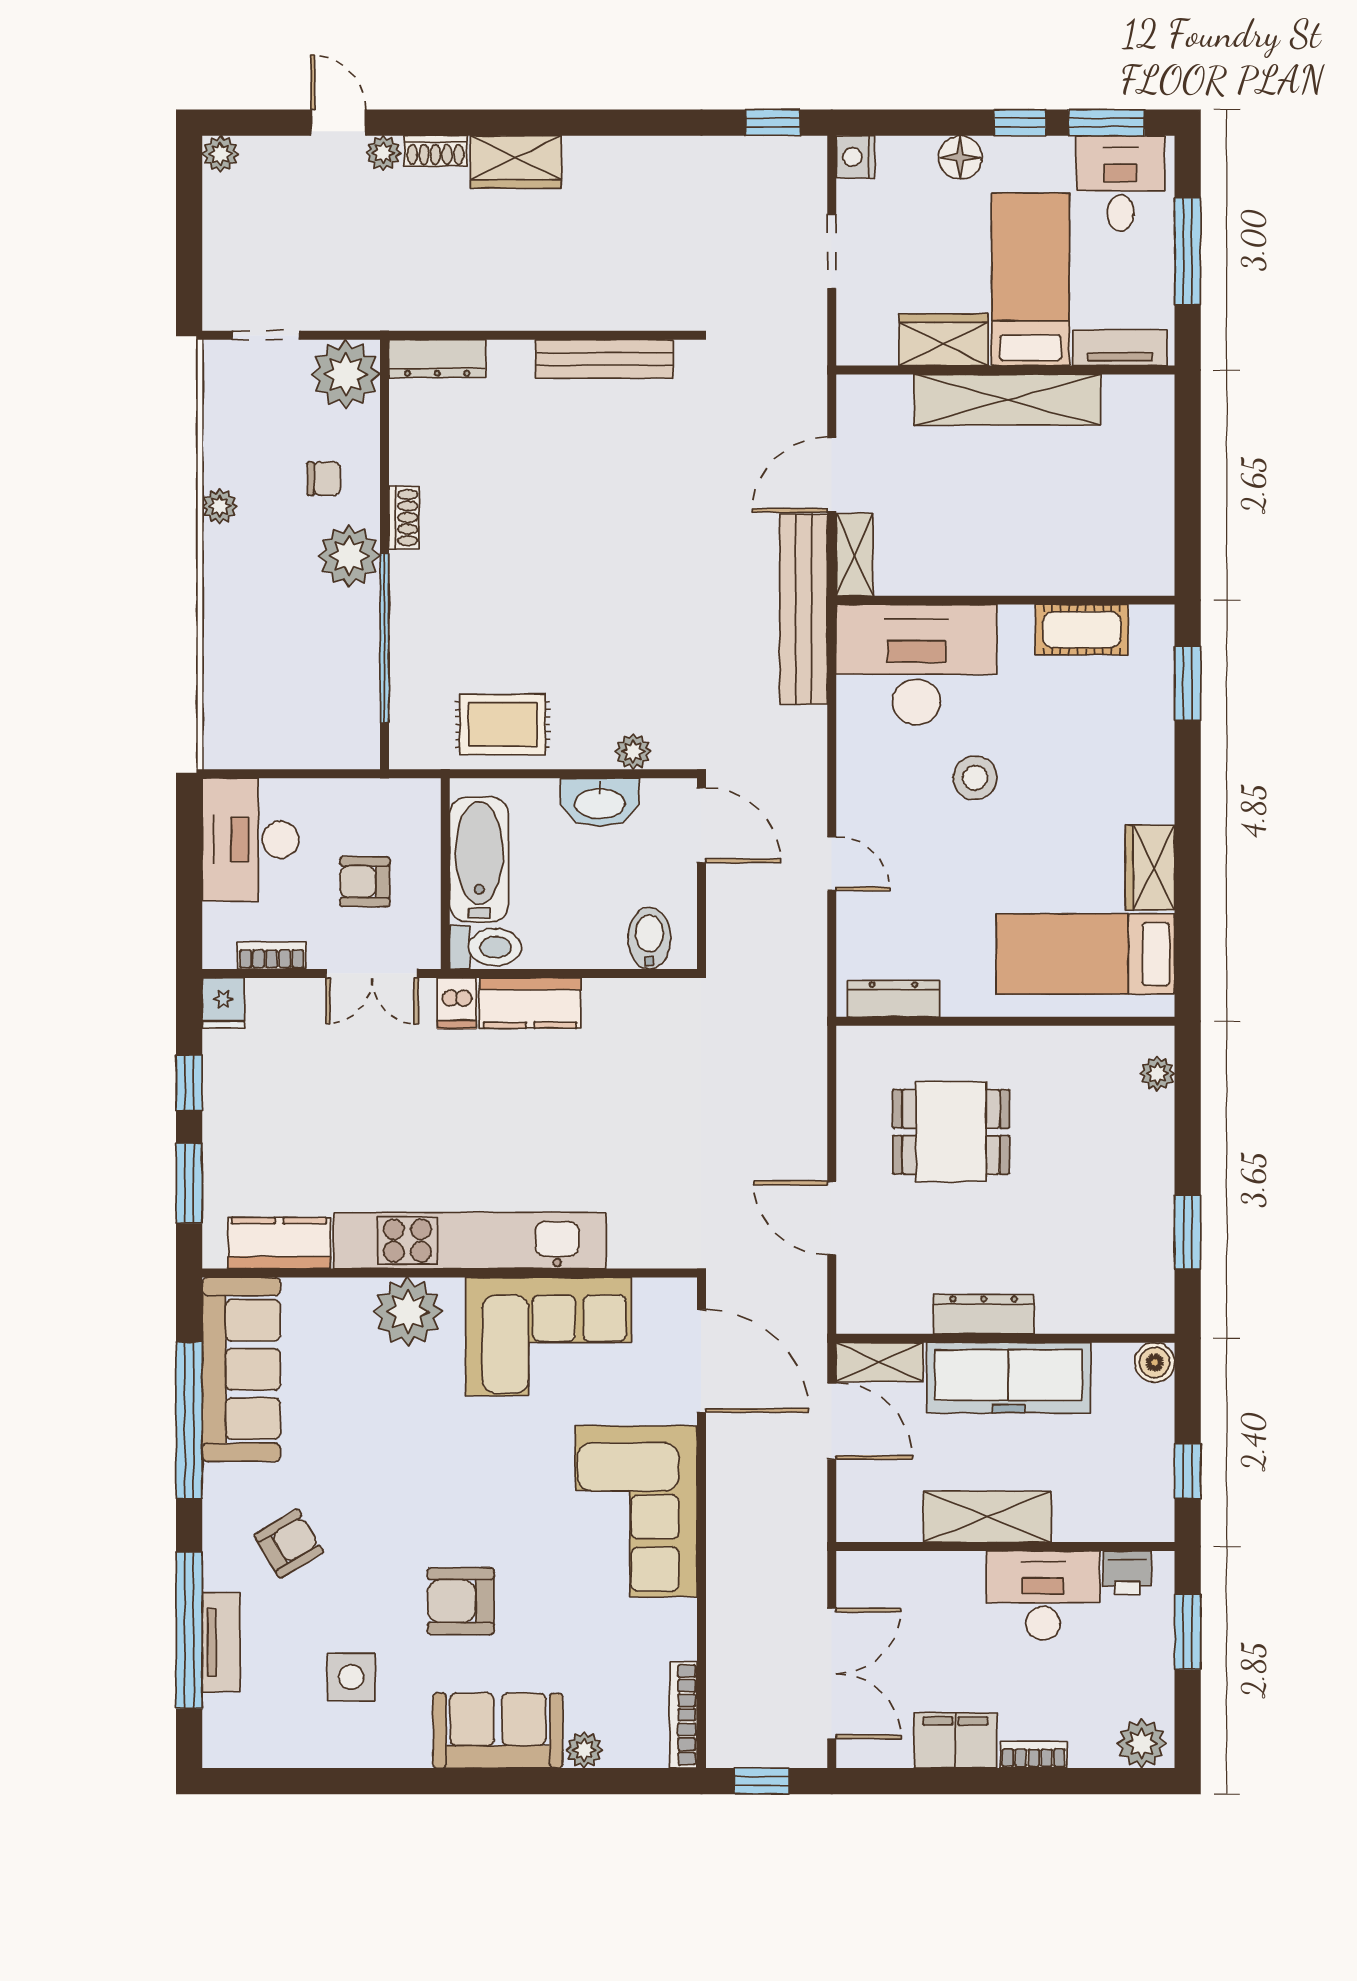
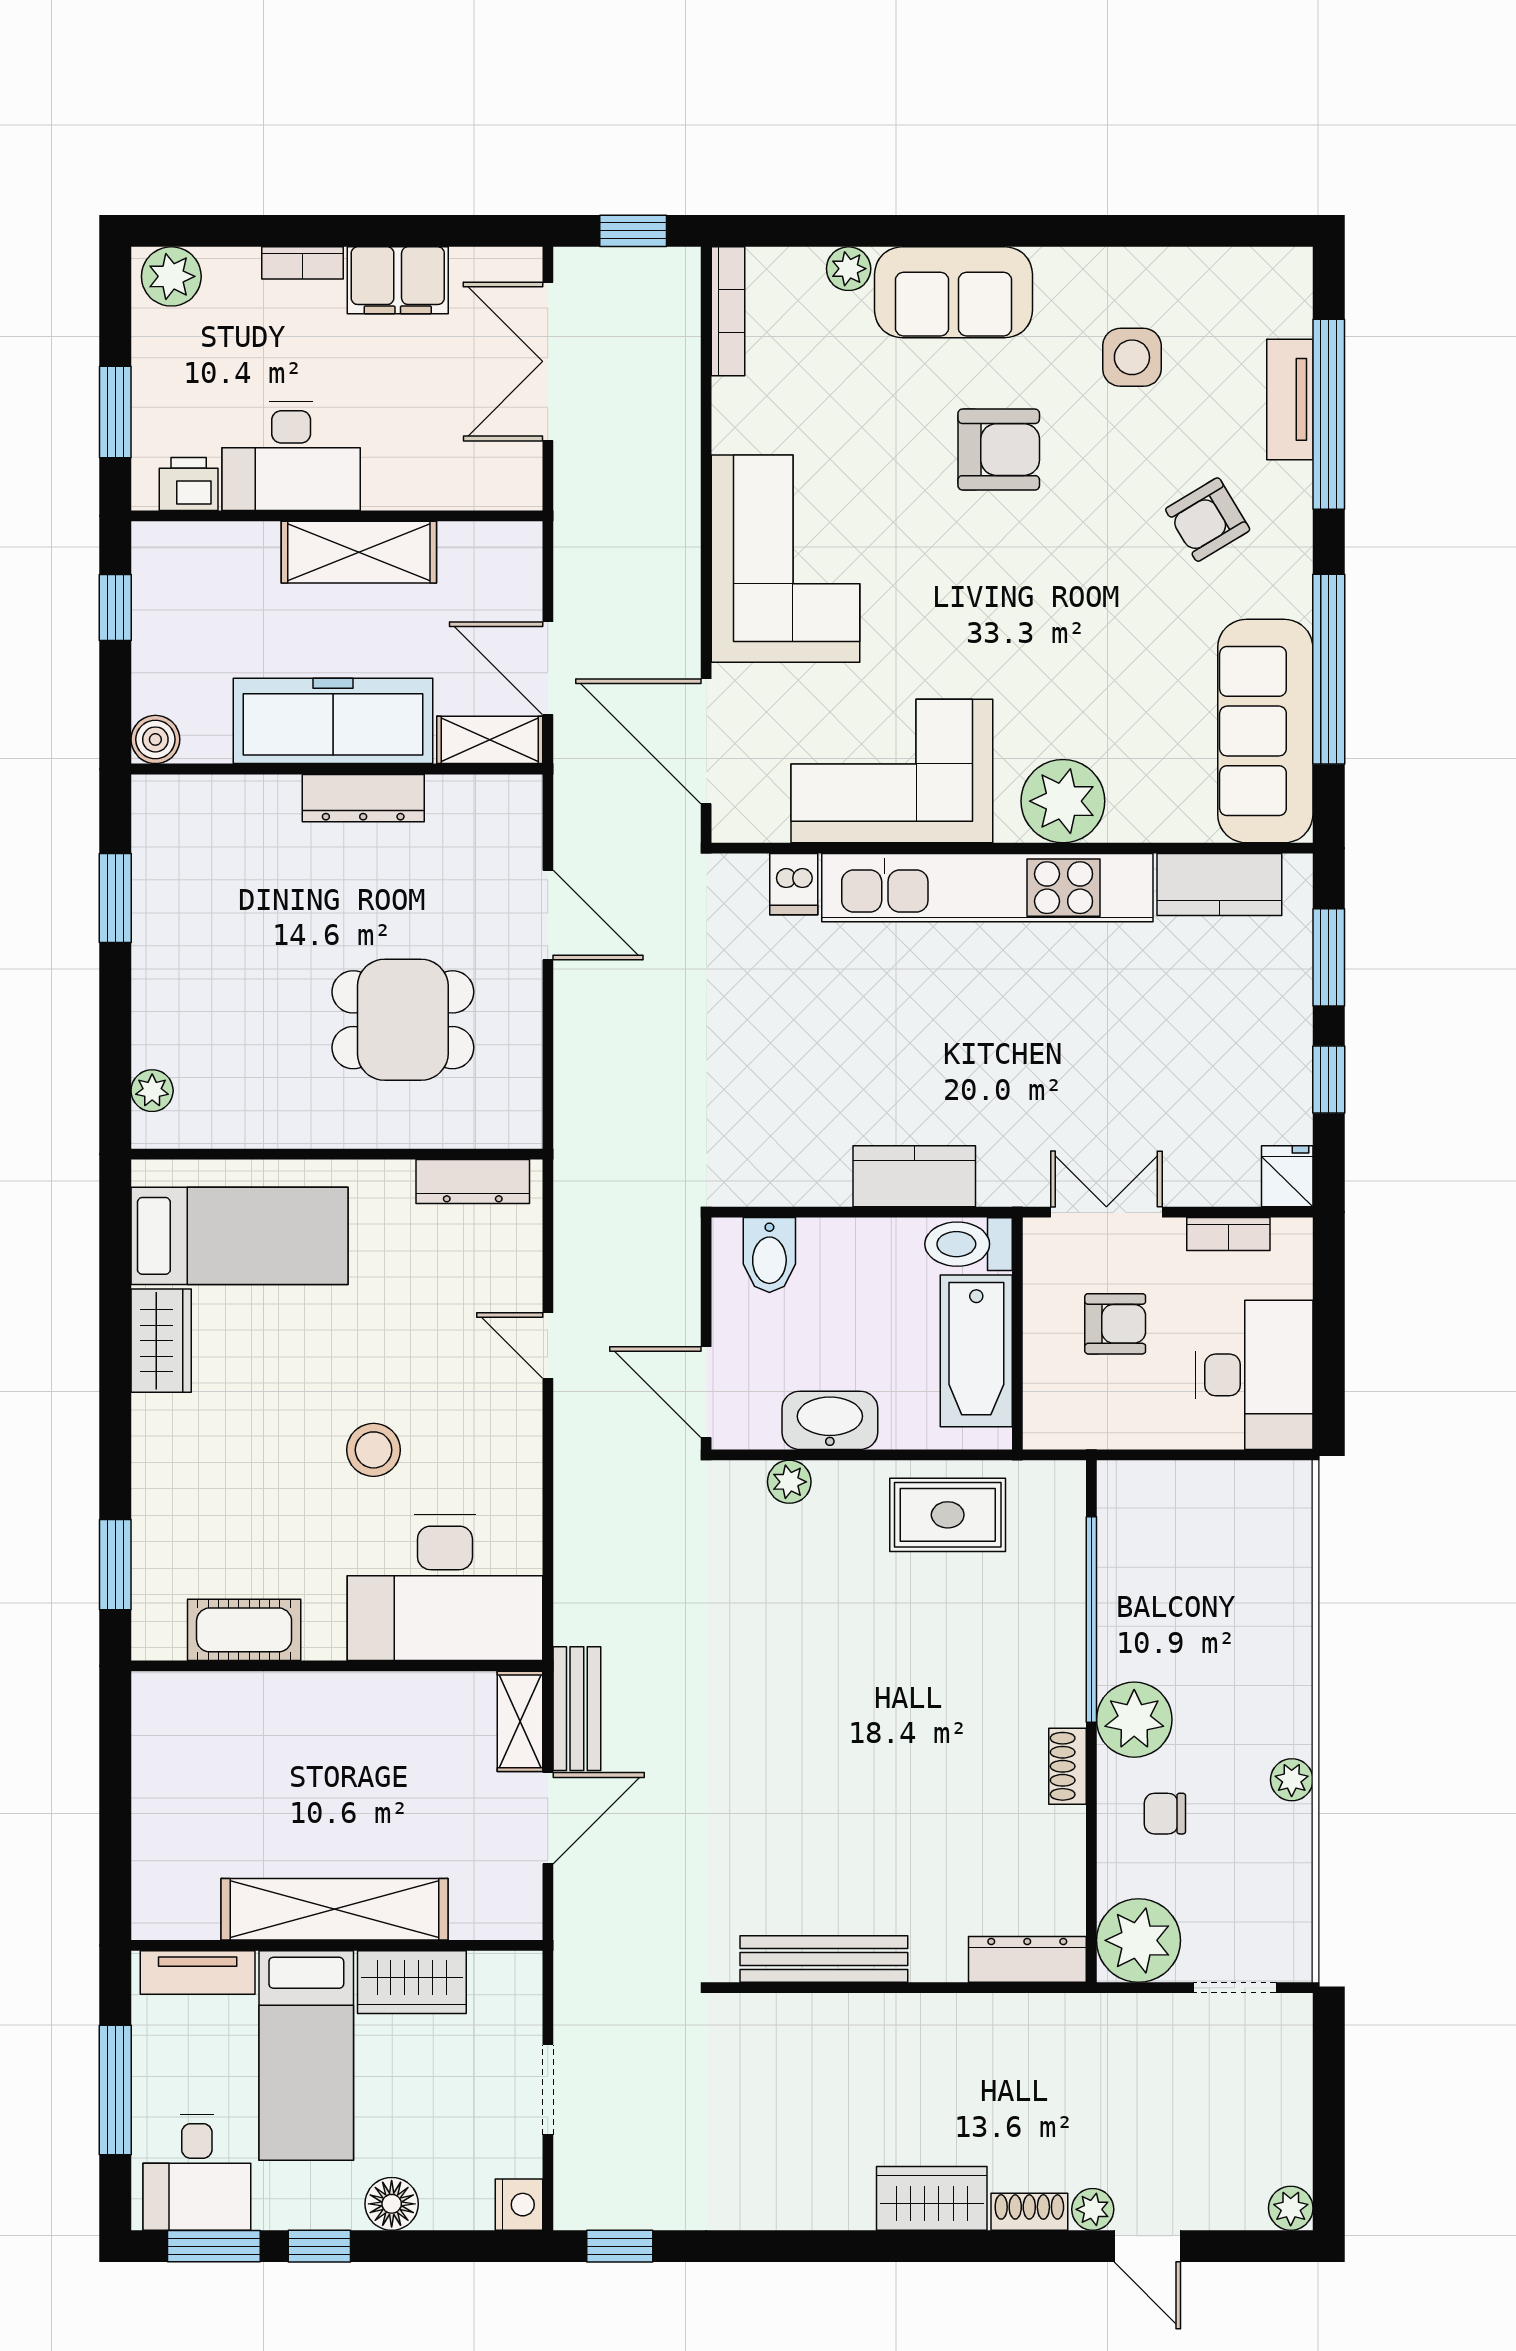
bench: (804, 609) -> (577, 1709), width x0.54, depth x0.82
dishwasher: (457, 1003) -> (794, 884), moved, turned 180

